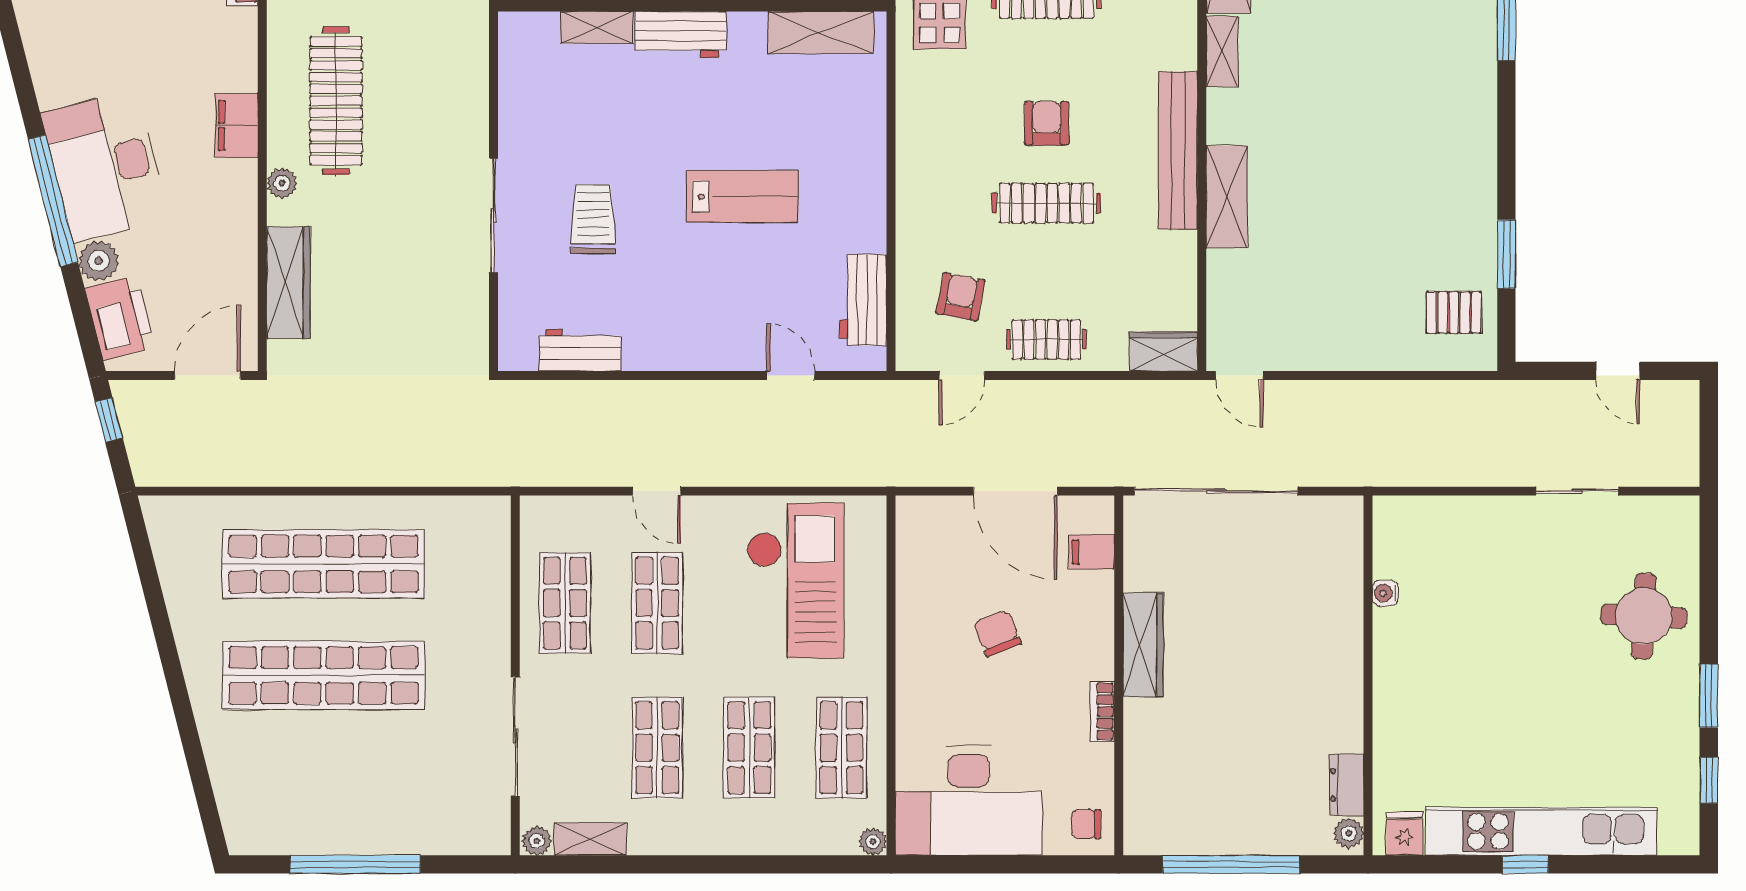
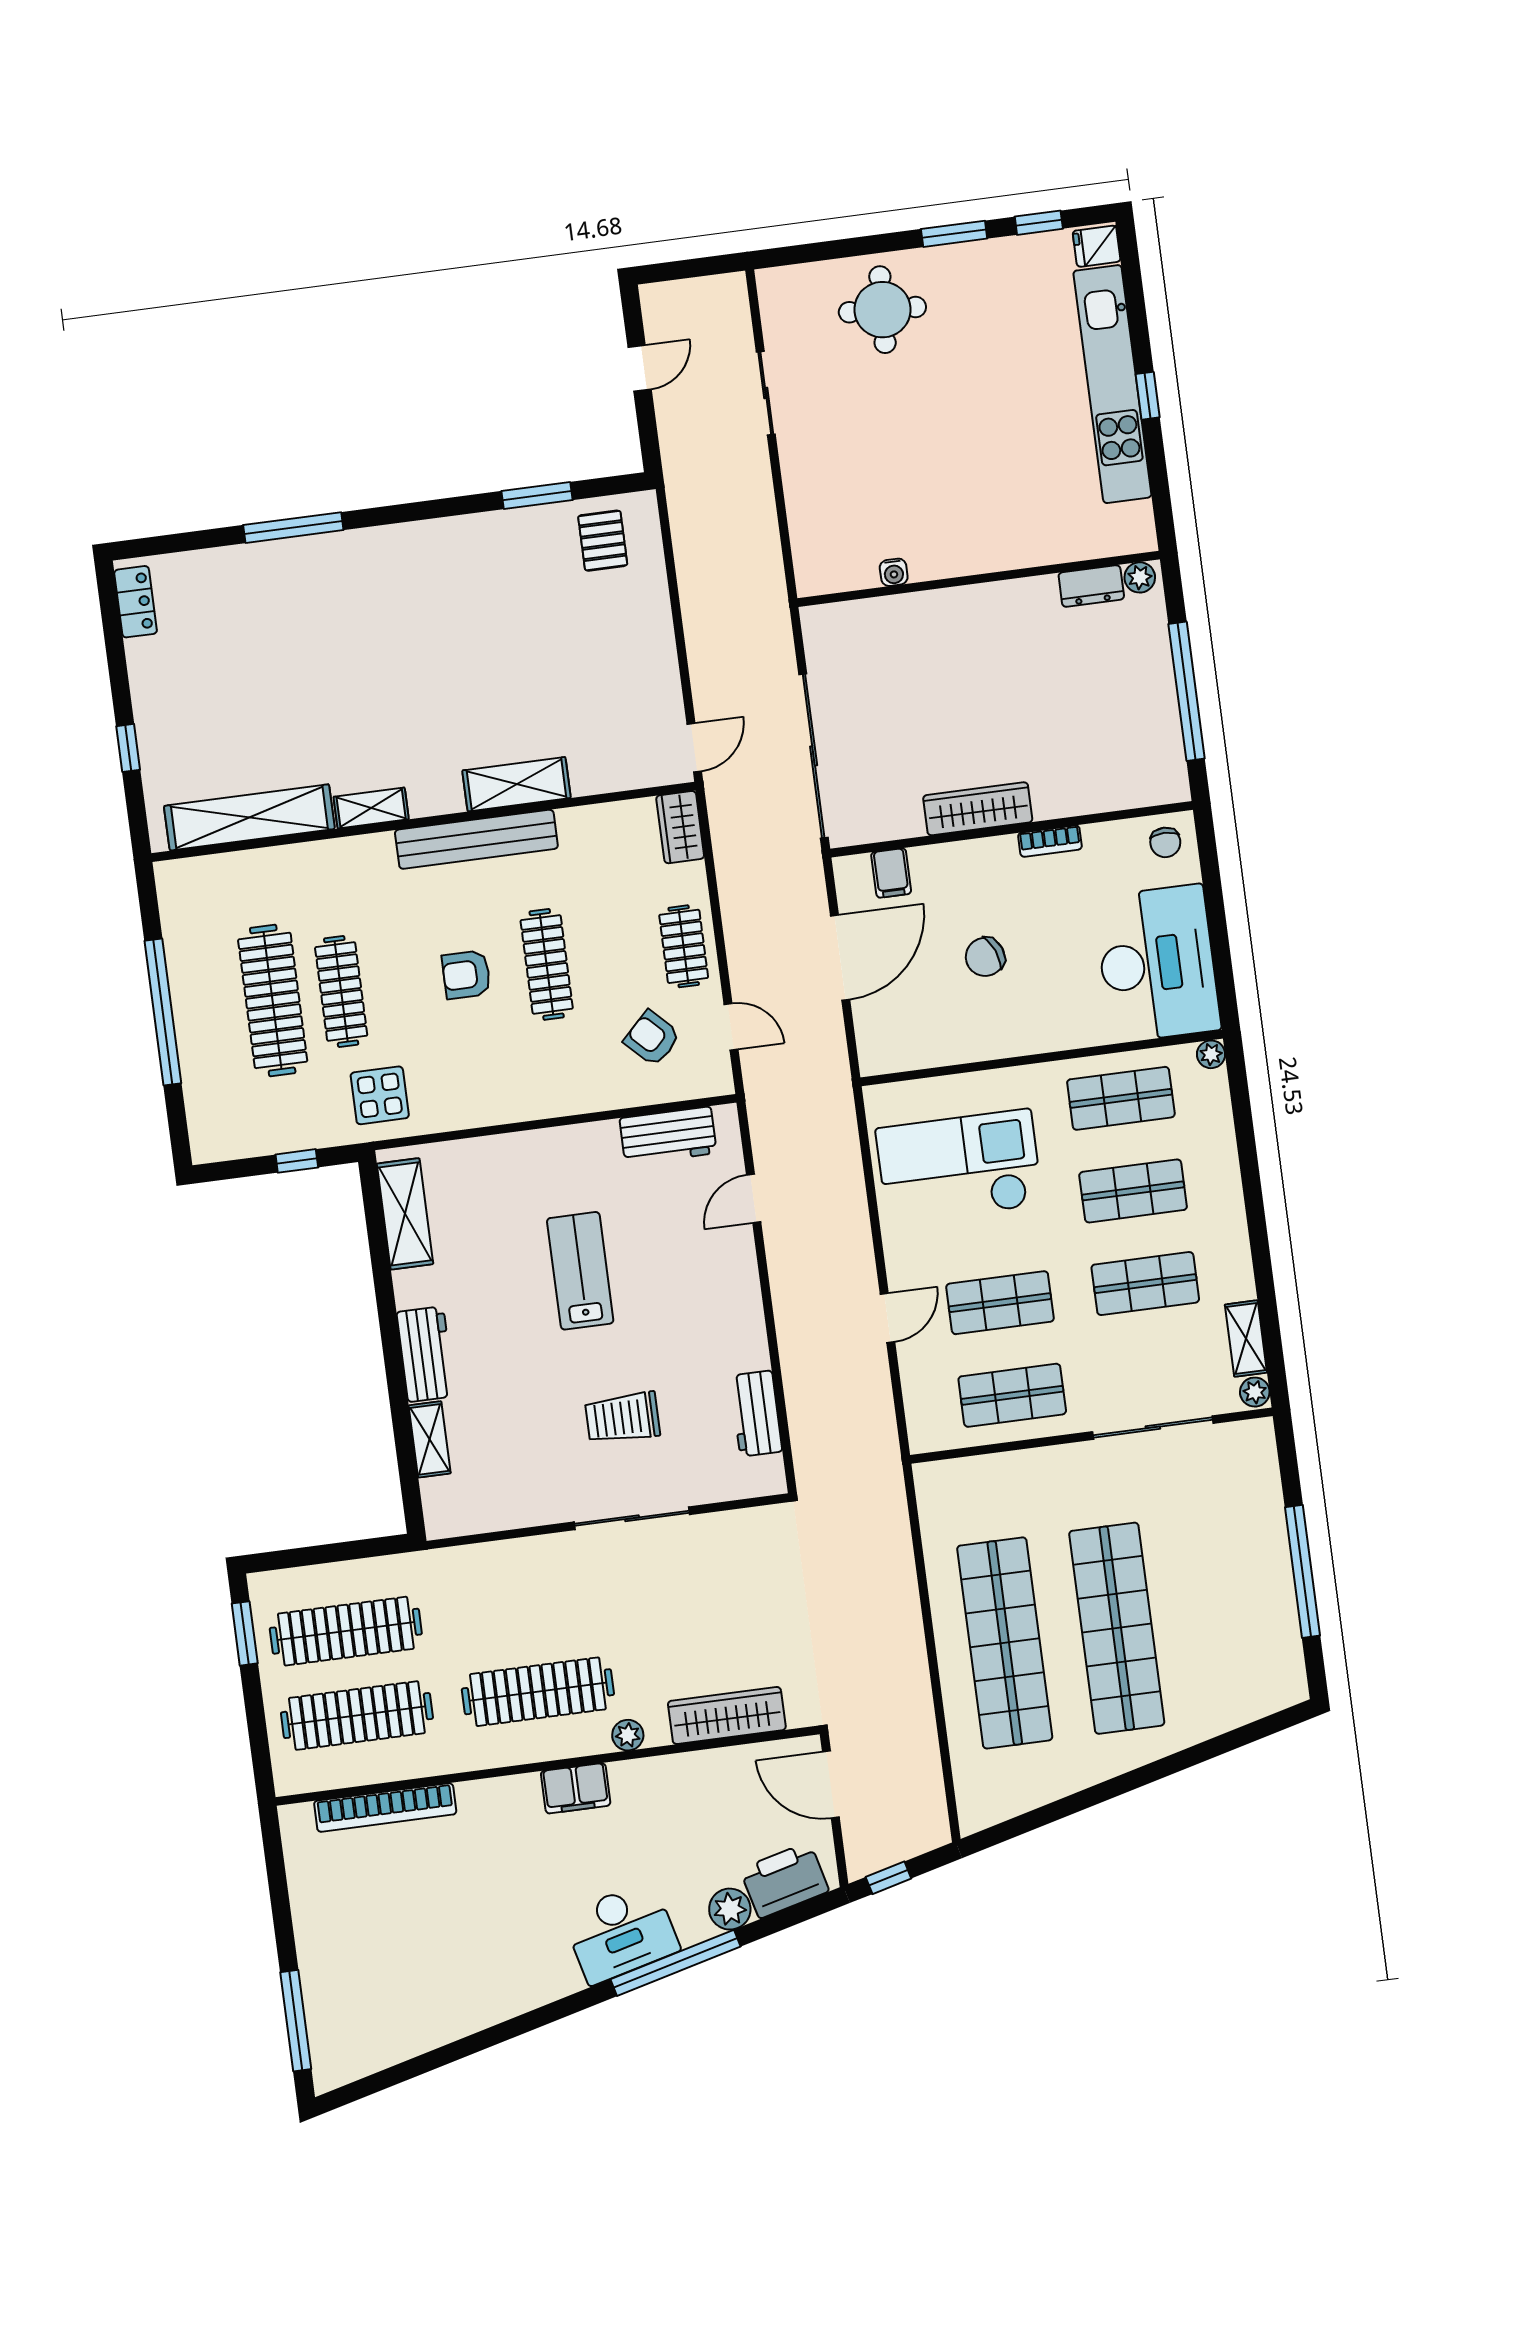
desk: (105, 166) -> (621, 1933), width x0.73, depth x0.77
armchair: (961, 297) -> (652, 1038), turned 34
fridge: (1404, 834) -> (1097, 246), moved

